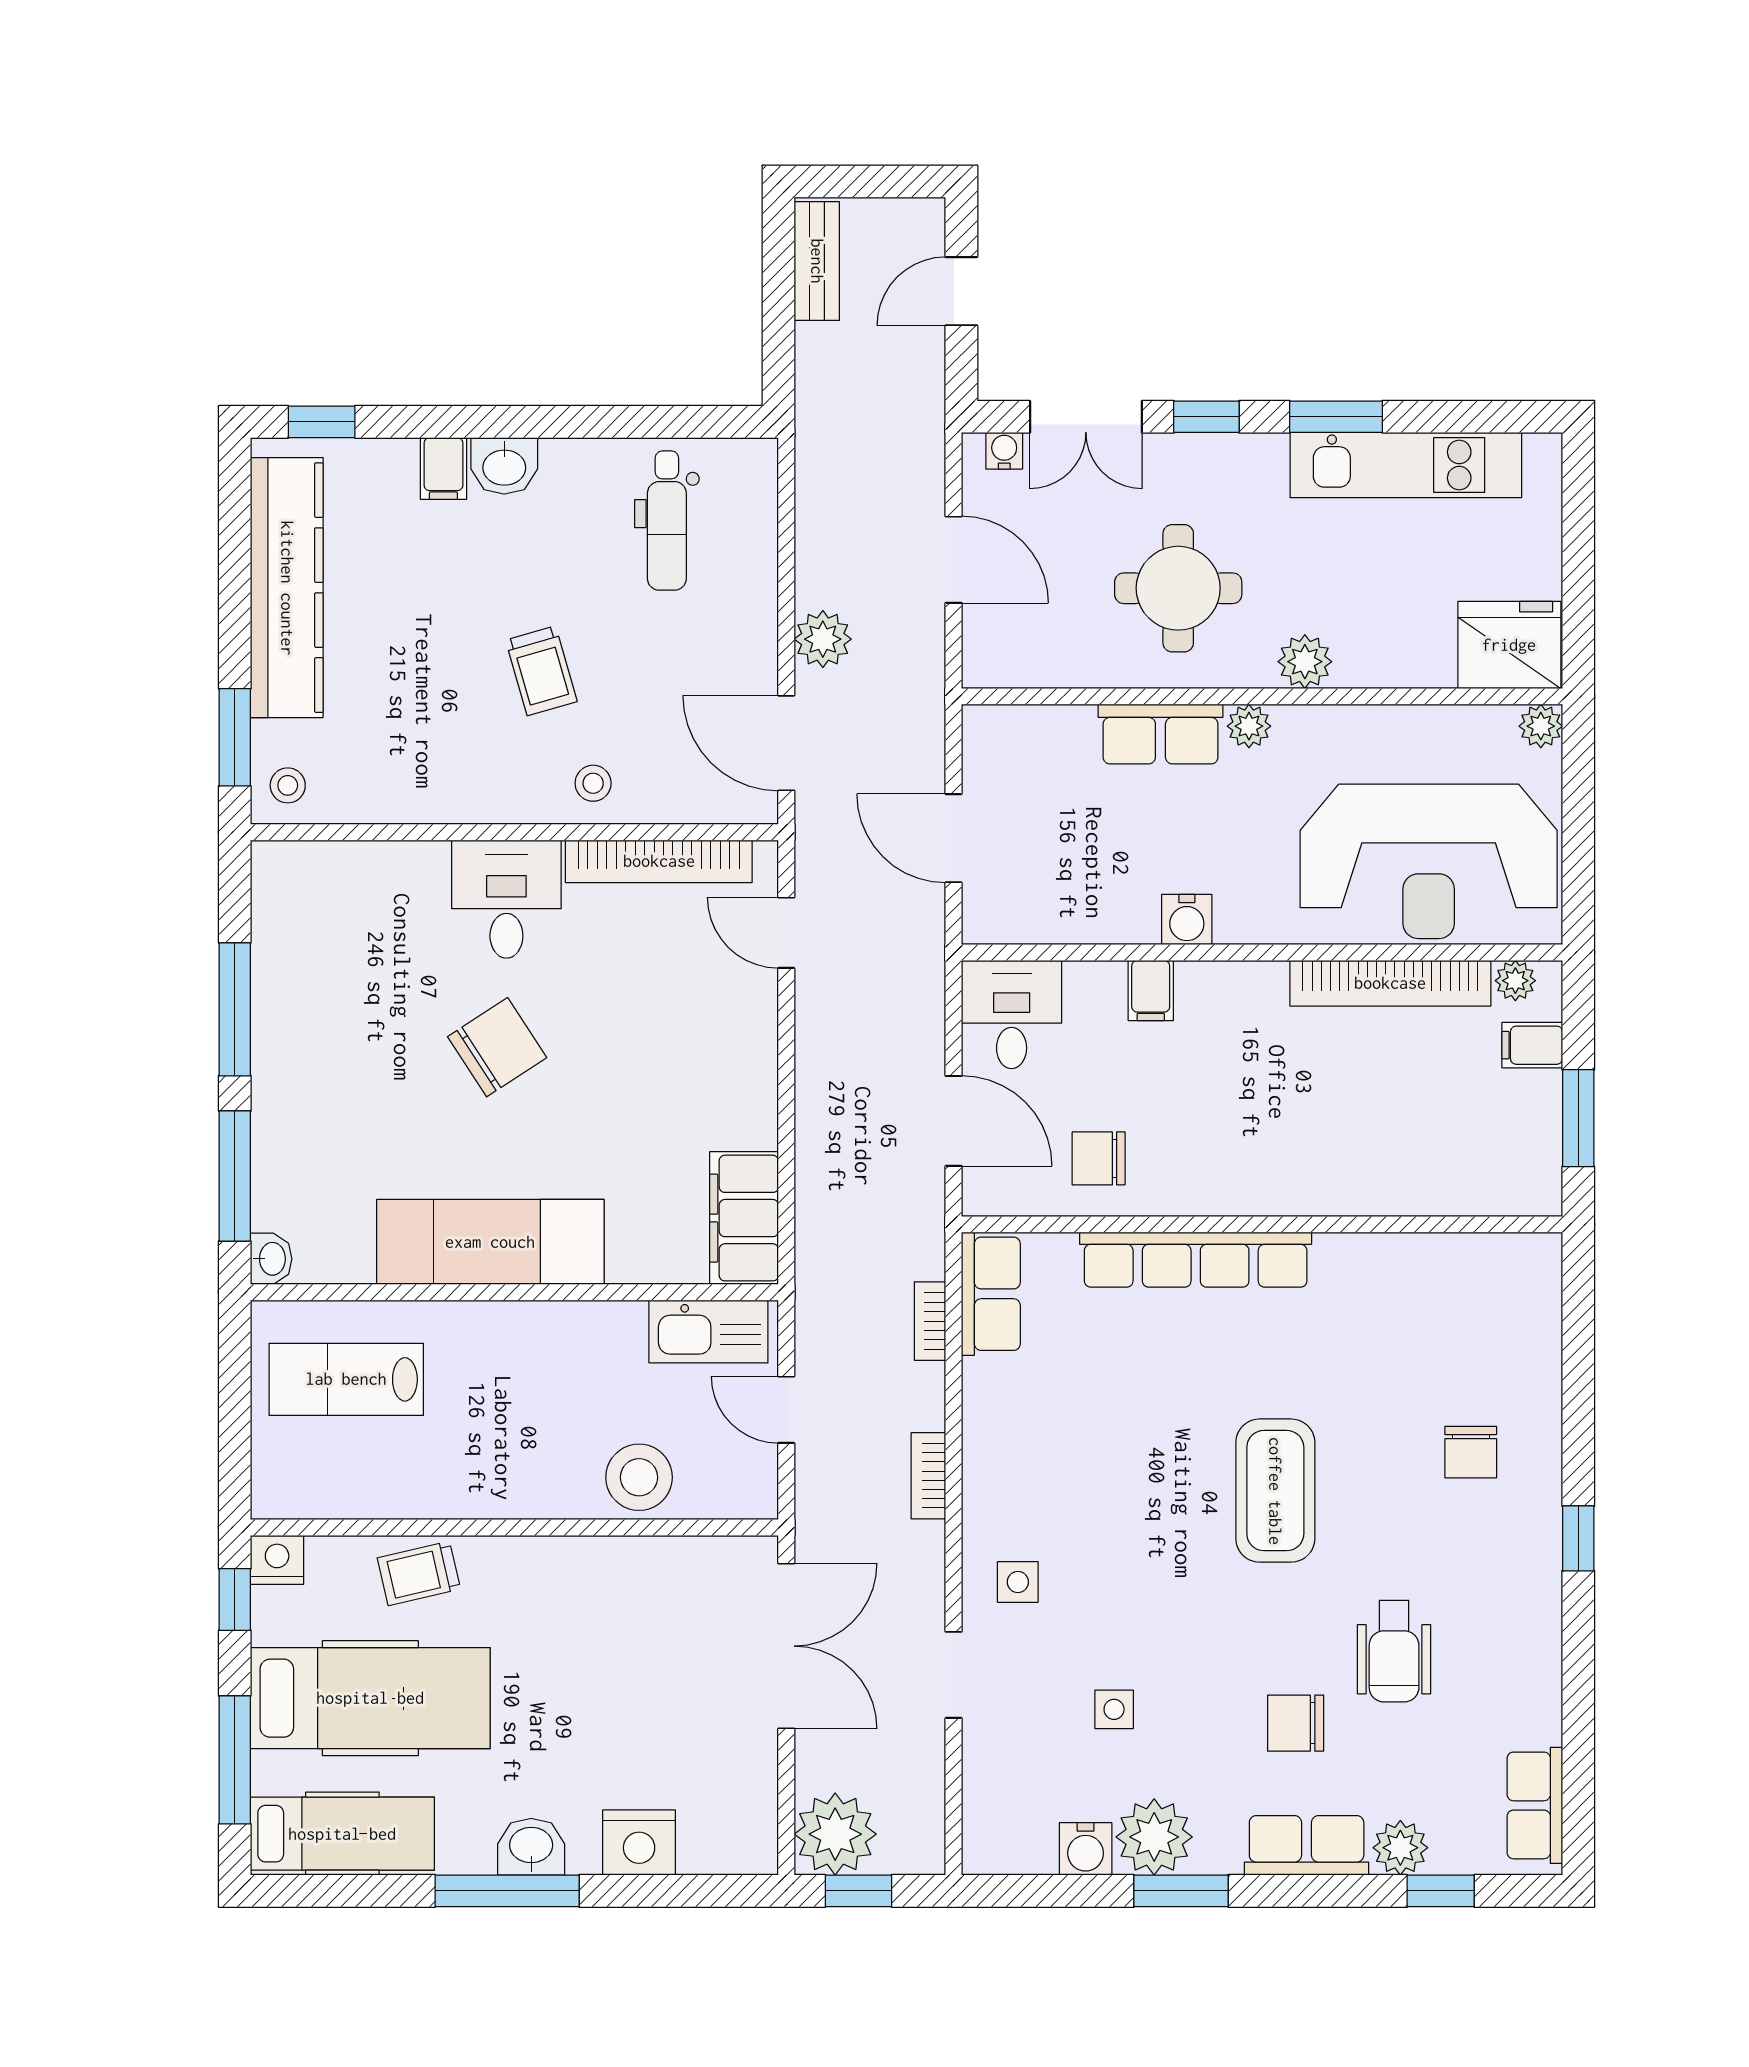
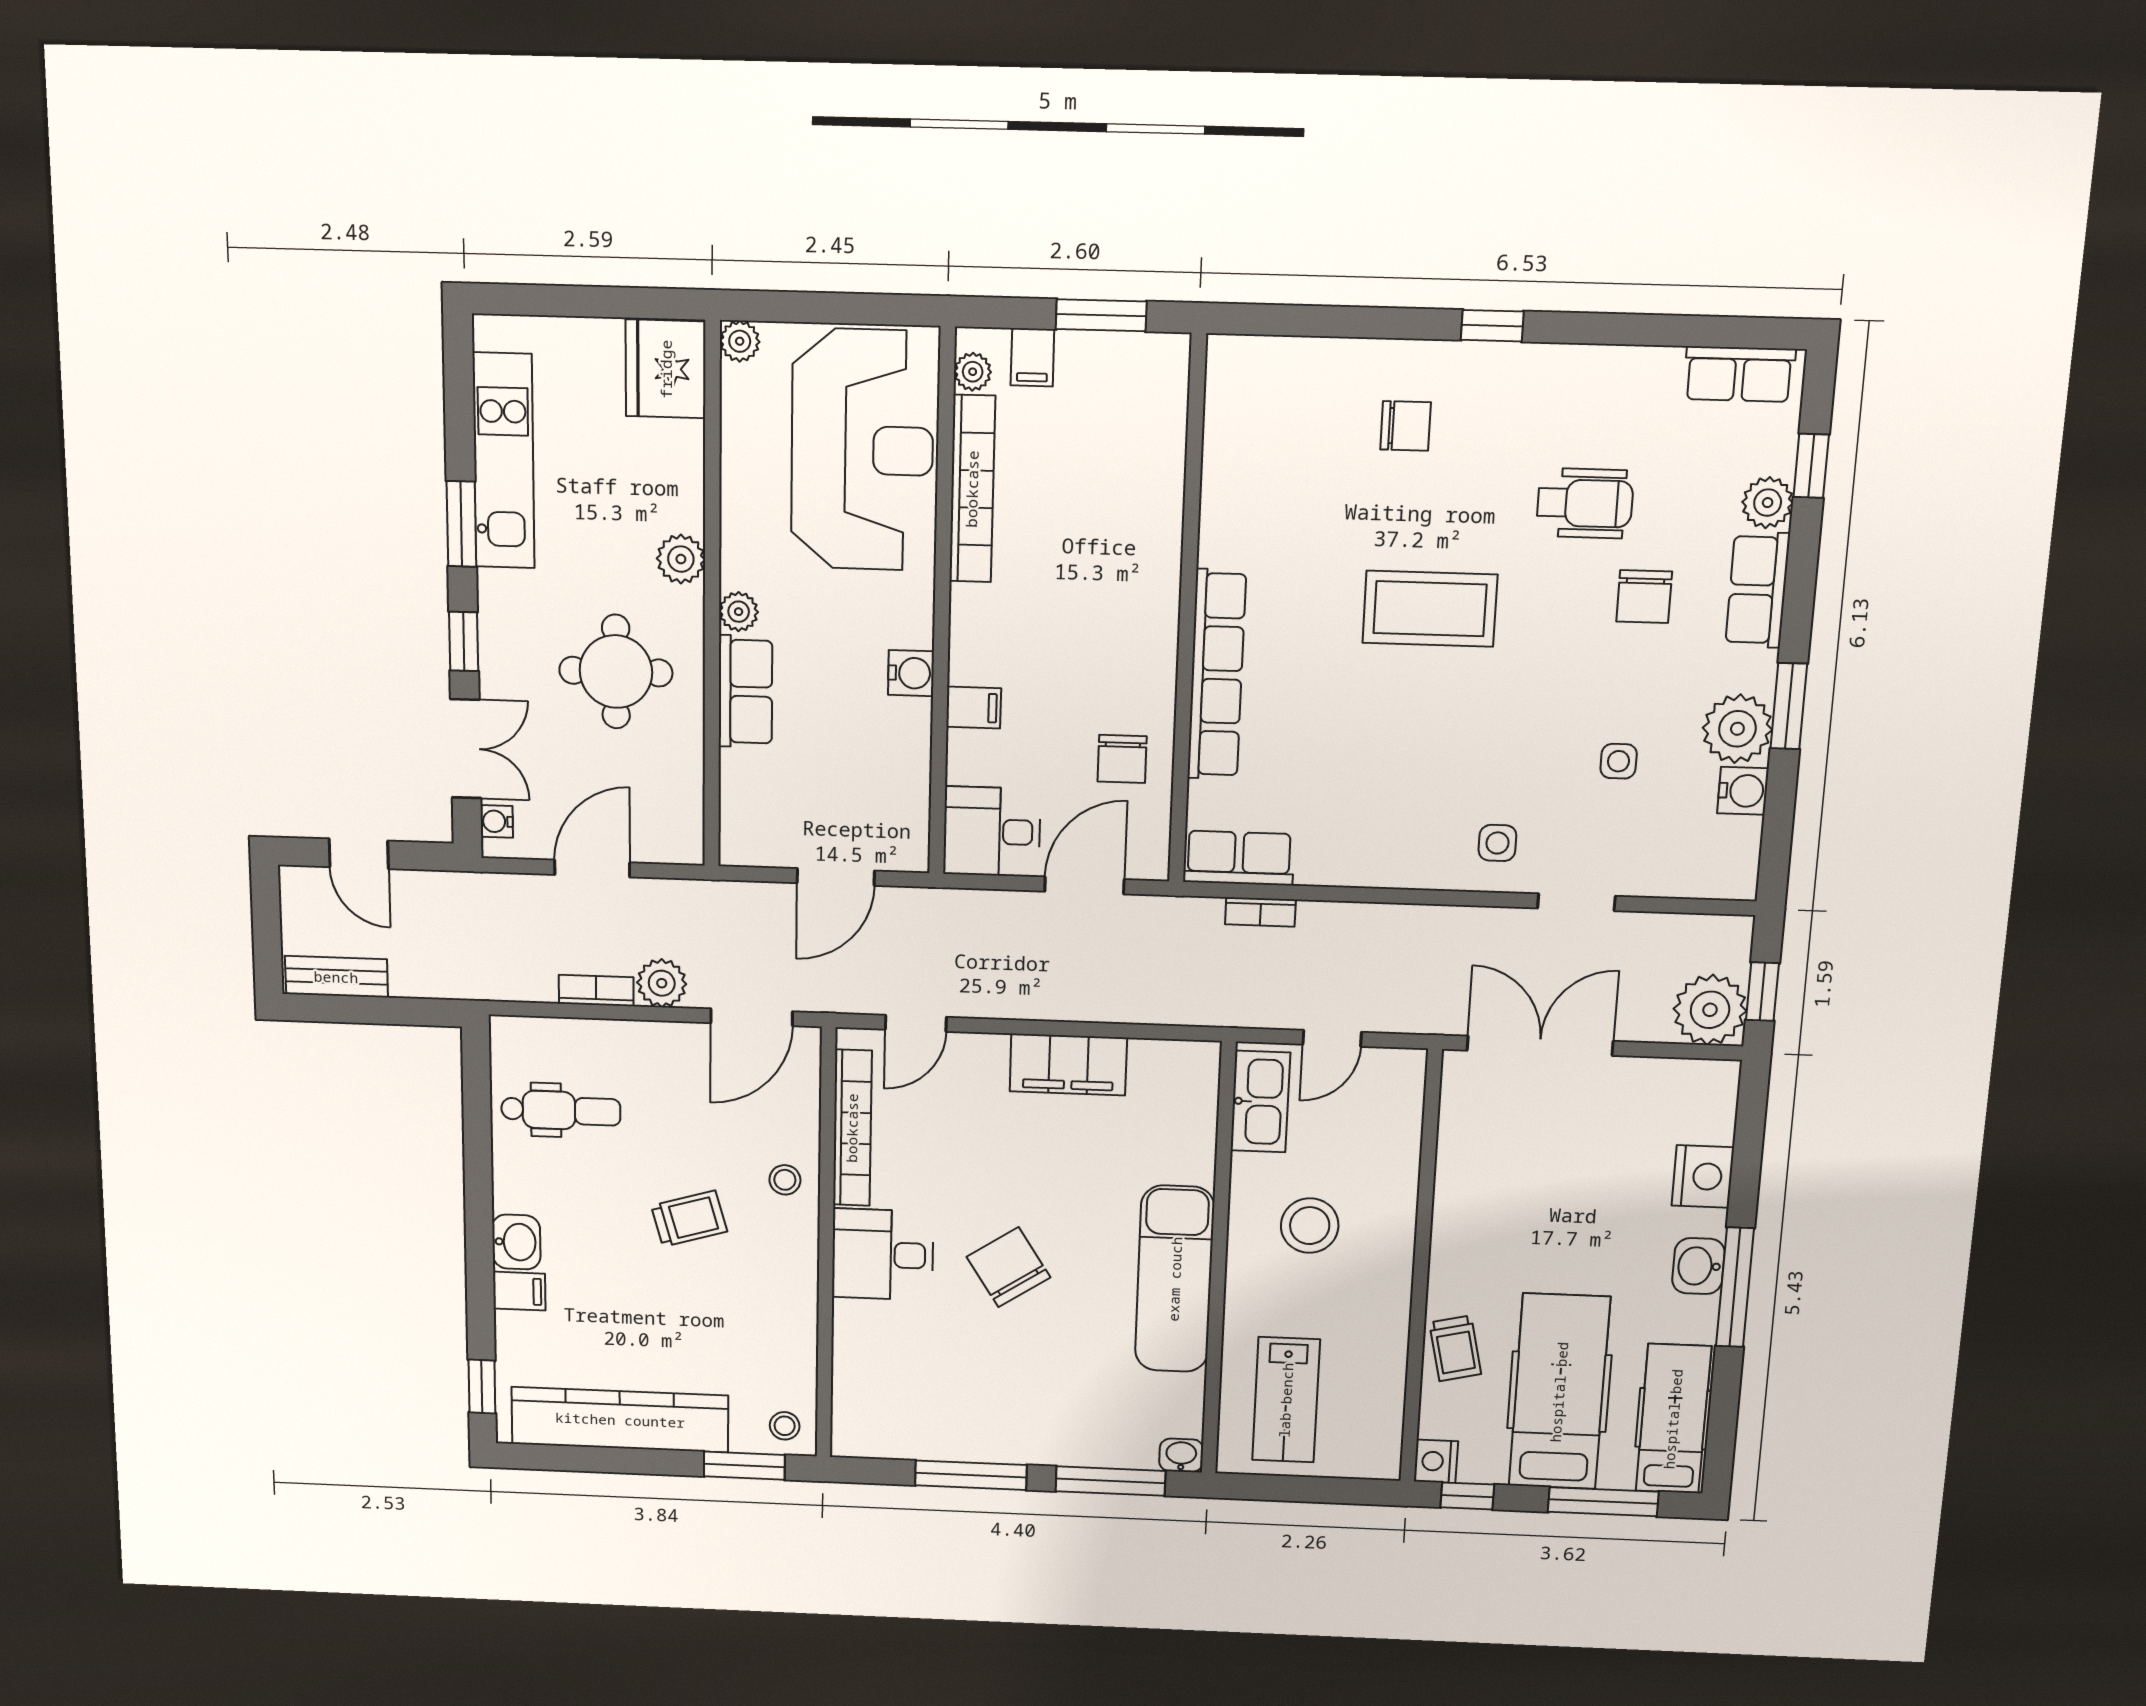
filing cabinet: (744, 1218) -> (1068, 1065), moved
bookcase: (928, 1476) -> (596, 990), moved, turned 180
stool: (639, 1477) -> (1310, 1226), moved

